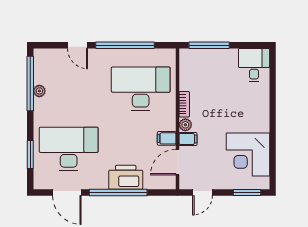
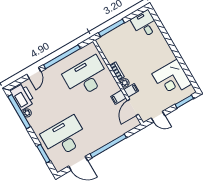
door: (78, 45) -> (34, 73), hinge flipped
printer: (126, 177) -> (22, 97), moved, turned 90
door: (202, 193) -> (158, 117), hinge flipped

